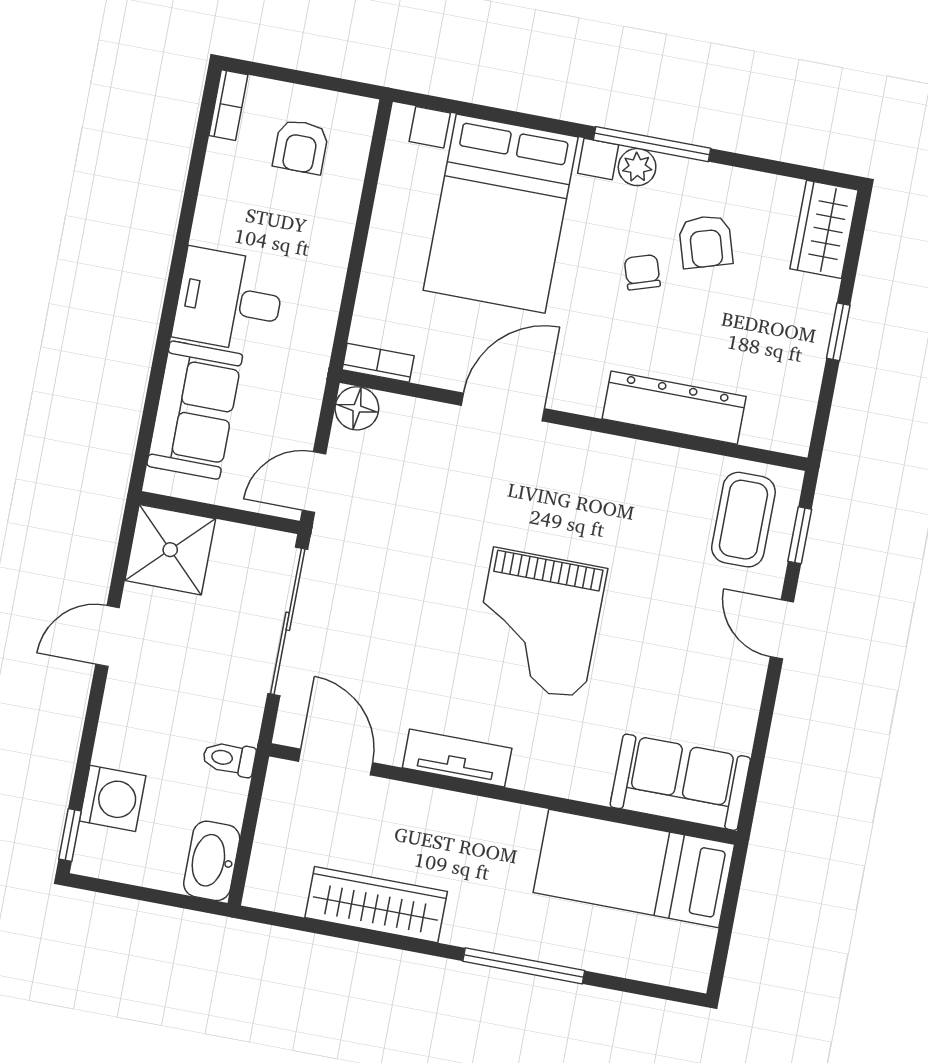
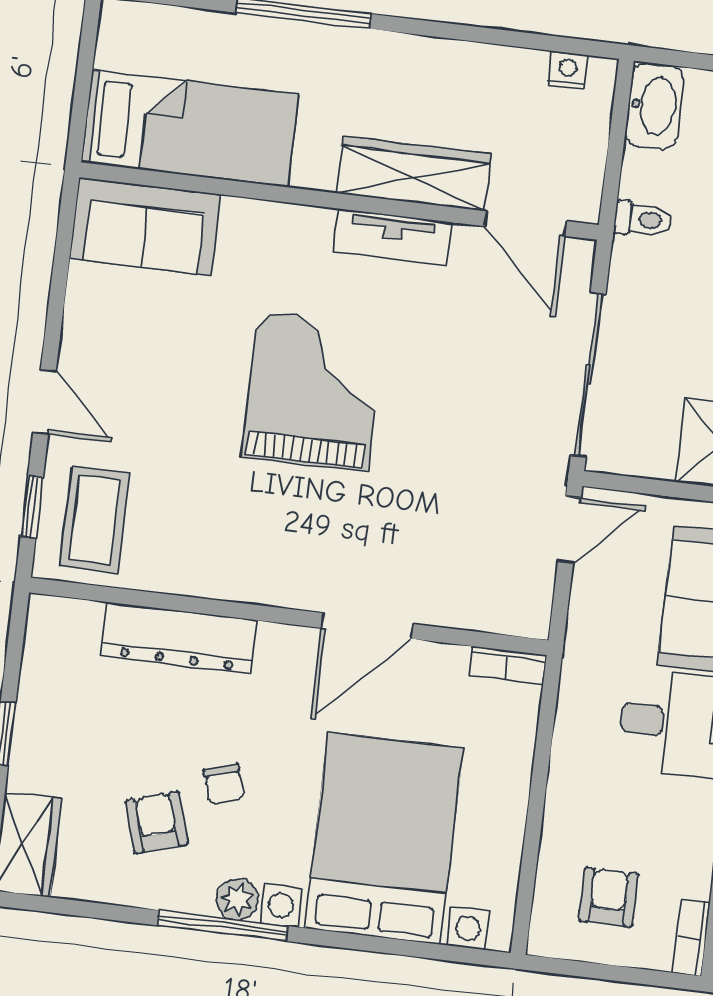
floor lamp: (357, 408) -> (528, 614), removed
nightstand: (288, 898) -> (568, 70), added
wardrobe: (376, 905) -> (414, 174), moved, turned 180

